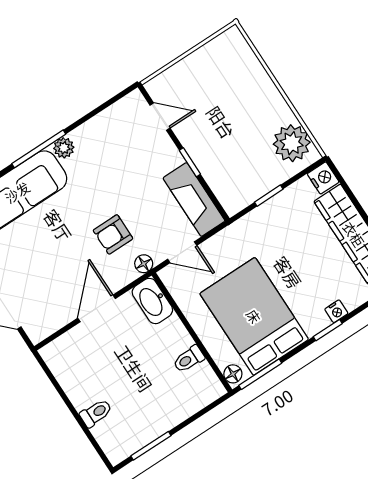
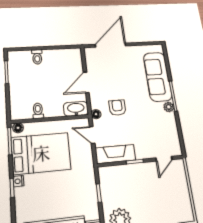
door: (182, 252) -> (92, 135), hinge flipped
door: (97, 308) -> (86, 82), swing flipped
nightstand: (336, 311) -> (18, 181), moved

